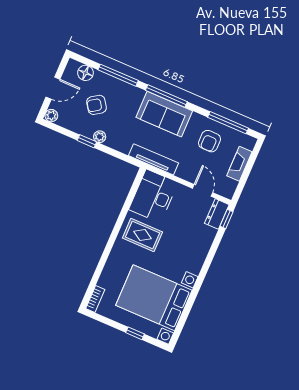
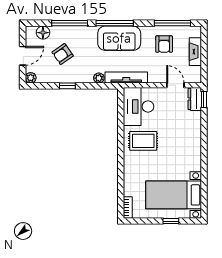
plant: (100, 137) -> (99, 78), moved
bed with nightstands: (154, 298) -> (174, 195), width x0.73

